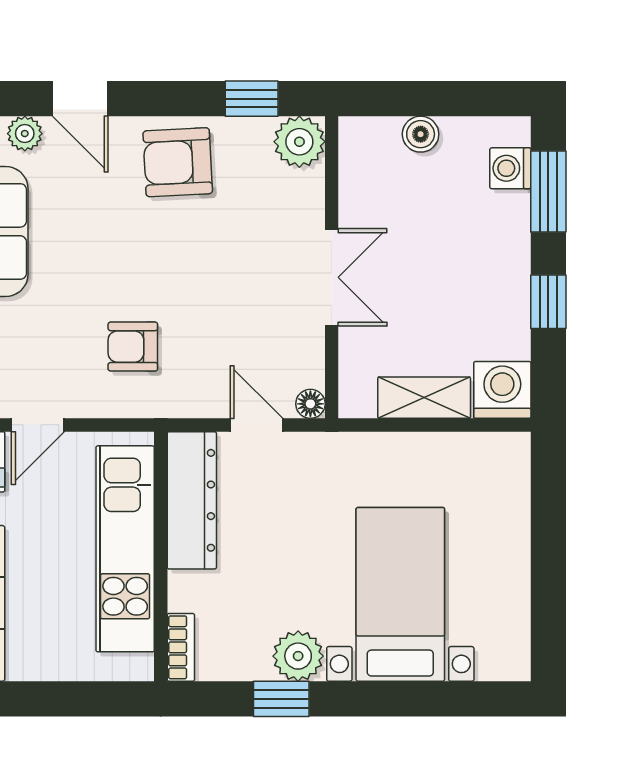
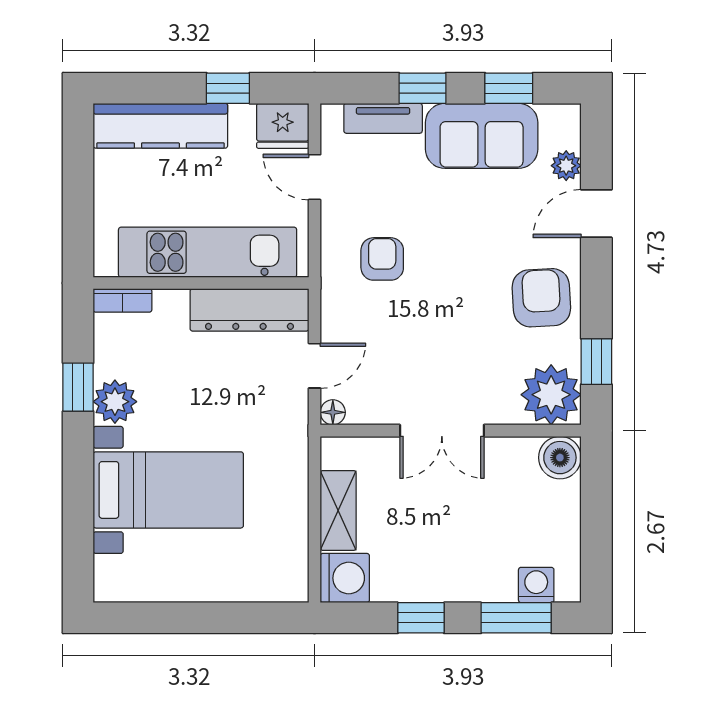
boiler: (421, 134) -> (560, 458), moved, width x1.36, depth x1.36
plant: (299, 142) -> (551, 395), width x1.36, depth x1.36

